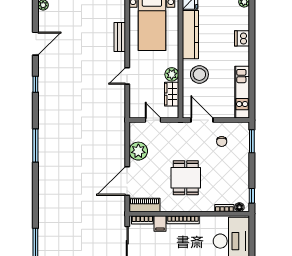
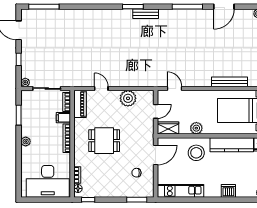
bench: (120, 37) -> (230, 82), width x1.36
door: (35, 44) -> (224, 7), hinge flipped
door: (127, 76) -> (174, 88), moved
window: (35, 84) -> (187, 7), width x2.17
wardrobe: (172, 94) -> (168, 128), moved
bench: (43, 131) -> (146, 14), added
window: (35, 146) -> (133, 7), width x0.69
door: (127, 181) -> (101, 88), width x0.53

